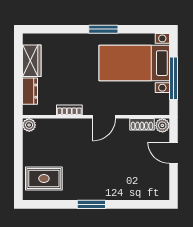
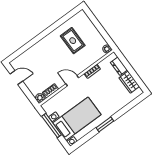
door: (104, 117) -> (72, 81), hinge flipped
door: (174, 153) -> (16, 78), moved
rug: (44, 178) -> (73, 41), moved, turned 90
window: (91, 204) -> (46, 32), removed

